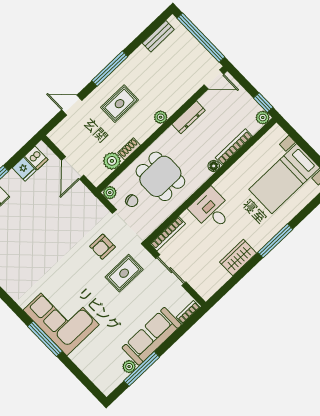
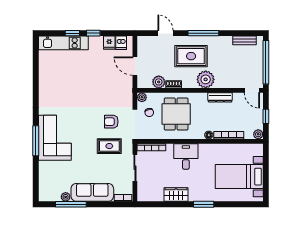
window: (263, 103) -> (266, 116), moved
rug: (120, 104) -> (191, 56), width x1.36, depth x1.43
plant: (161, 117) -> (206, 79), width x1.88, depth x1.88
door: (73, 168) -> (135, 66), hinge flipped
window: (275, 241) -> (204, 204), width x0.69

